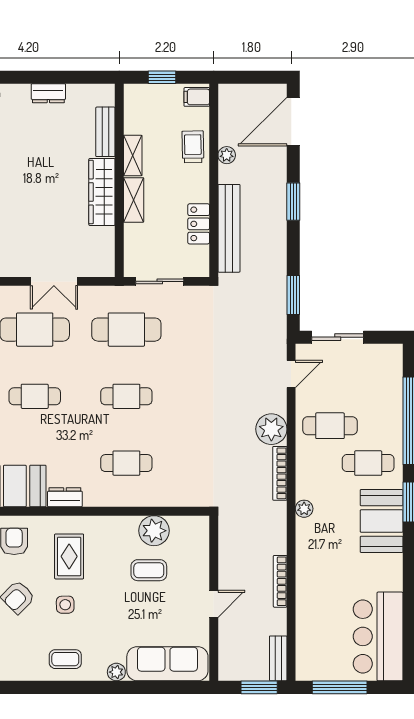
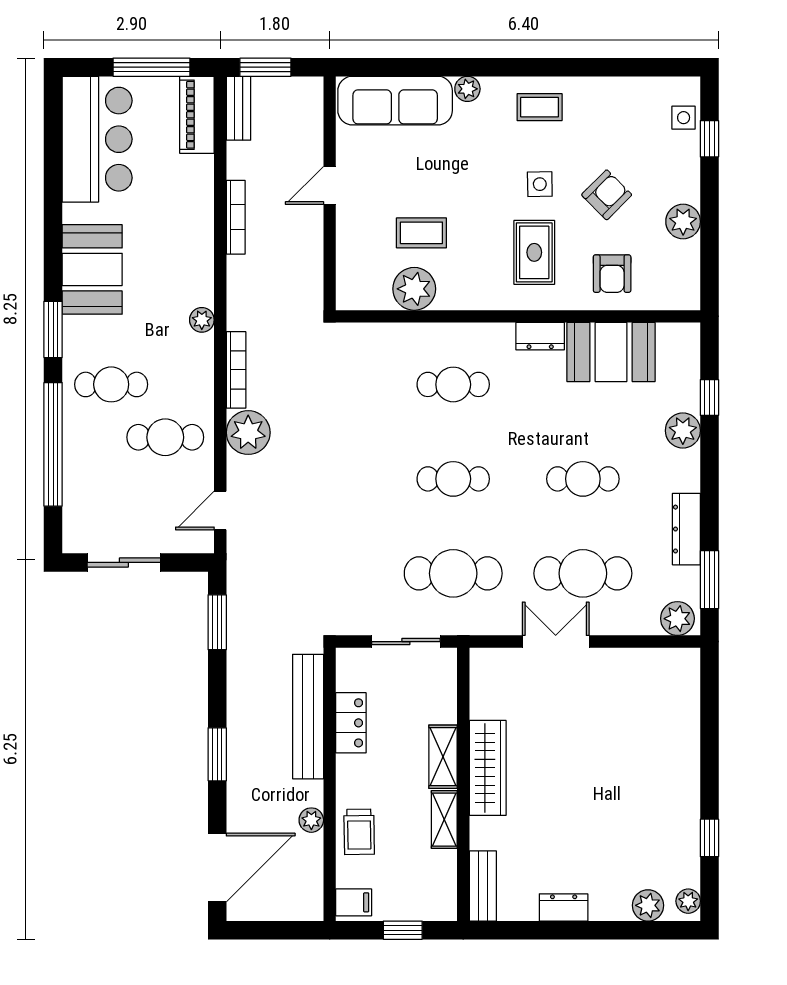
bench: (105, 132) -> (483, 886), moved
sliding door: (338, 337) -> (124, 562), moved
booth: (382, 521) -> (92, 269), moved
piano: (308, 654) -> (197, 115), added

